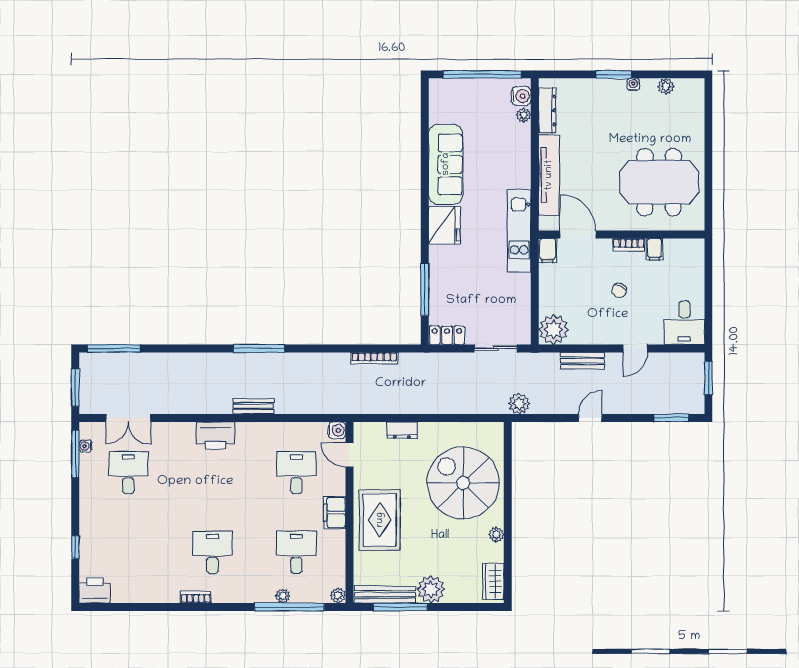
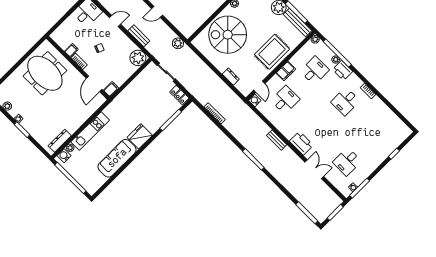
tv unit: (549, 175) -> (83, 116), removed
kitchen unit: (519, 231) -> (90, 131), moved
double door: (128, 418) -> (314, 169), moved
desk: (296, 473) -> (285, 100), turned 180
spiral stairs: (463, 483) -> (228, 35), turned 90
desk: (296, 552) -> (315, 71), turned 180
printer: (95, 590) -> (343, 70), moved

